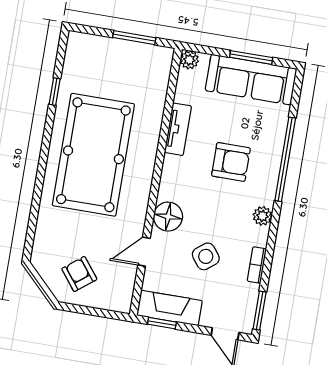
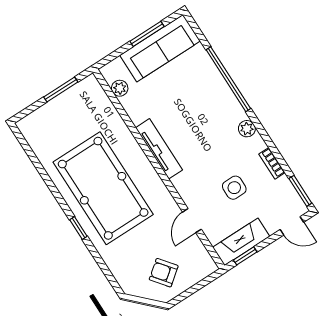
plant: (189, 60) -> (120, 88), moved
window: (55, 92) -> (78, 228), moved
tv unit: (178, 129) -> (159, 149), moved, width x1.41
armchair: (231, 162) -> (195, 113), removed
floor lamp: (168, 217) -> (187, 184), removed
side table: (206, 256) -> (234, 188), turned 38

